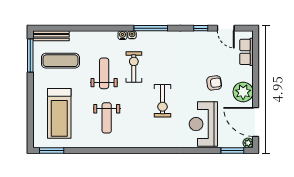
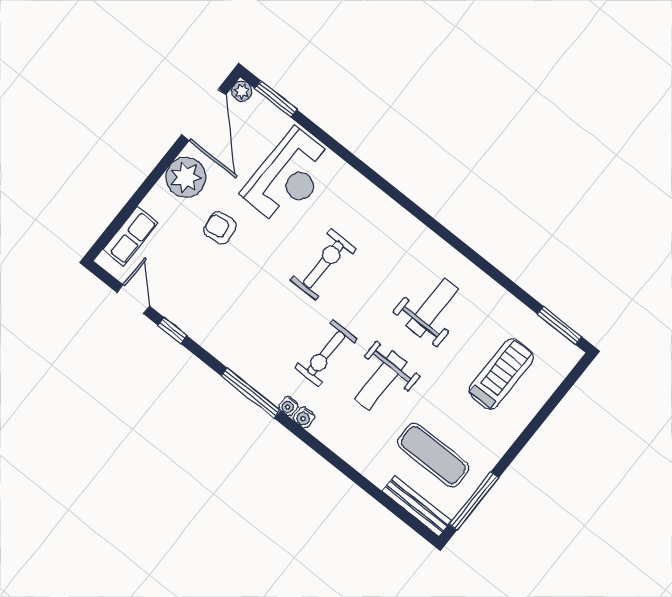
treadmill: (59, 113) -> (501, 374), width x0.73, depth x0.73

